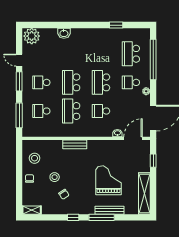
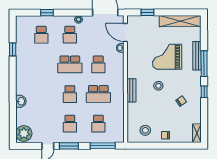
school desk: (131, 54) -> (41, 35), width x0.54
window: (153, 60) -> (47, 13), width x0.32
school desk: (71, 82) -> (70, 94), width x0.54
stool: (55, 177) -> (158, 86), moved

